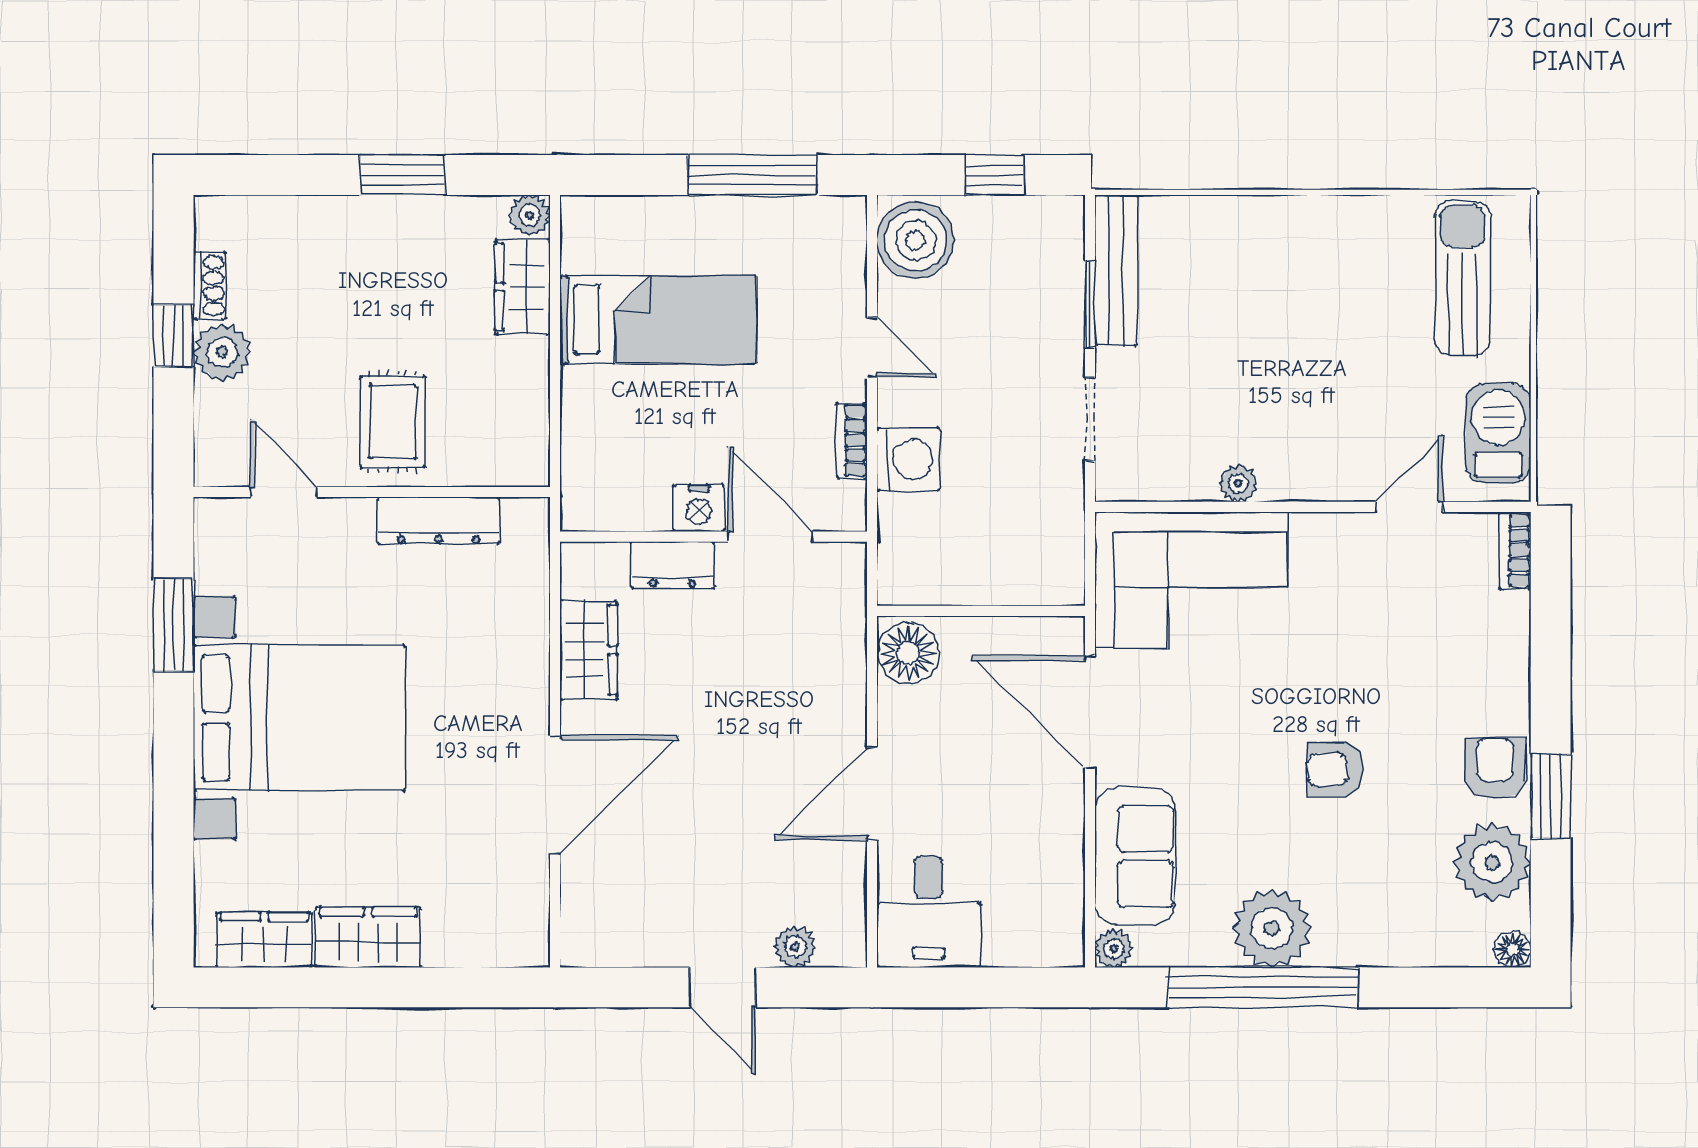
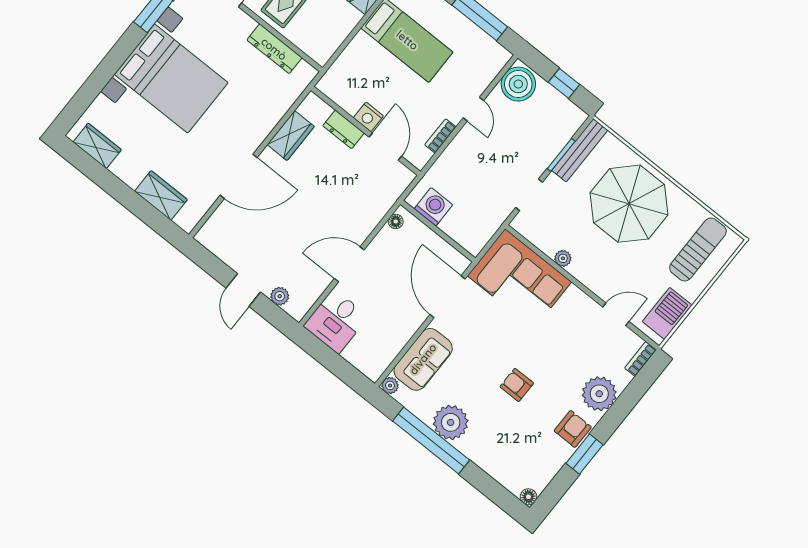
parasol: (1277, 295) -> (629, 204), added
washing machine: (908, 459) -> (433, 207), moved, turned -90
floor lamp: (908, 653) -> (396, 221), width x0.53, depth x0.53
plant: (1492, 862) -> (599, 394), moved
wardrobe: (368, 937) -> (161, 195), moved

